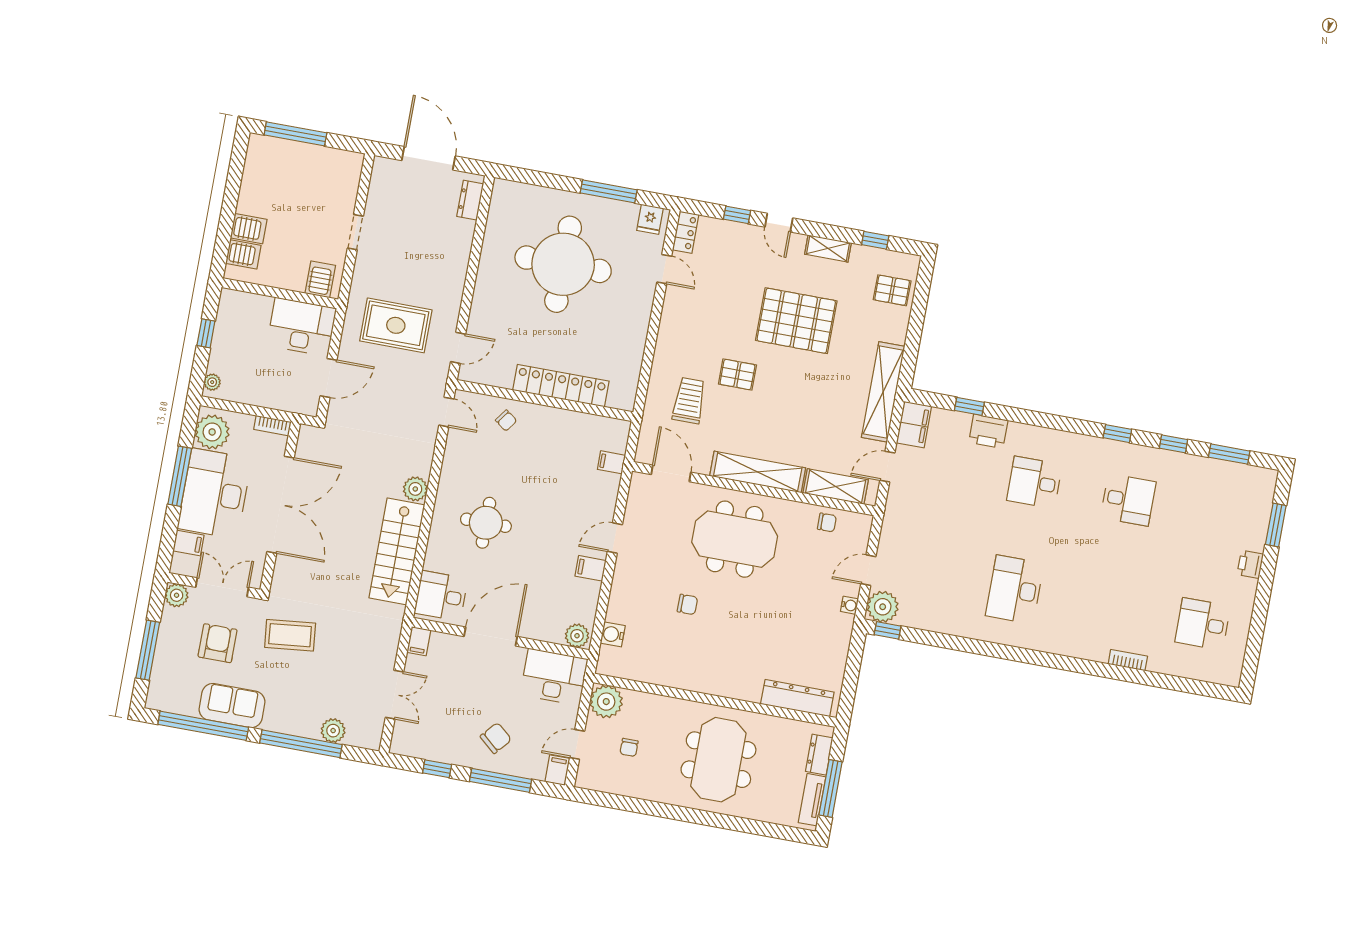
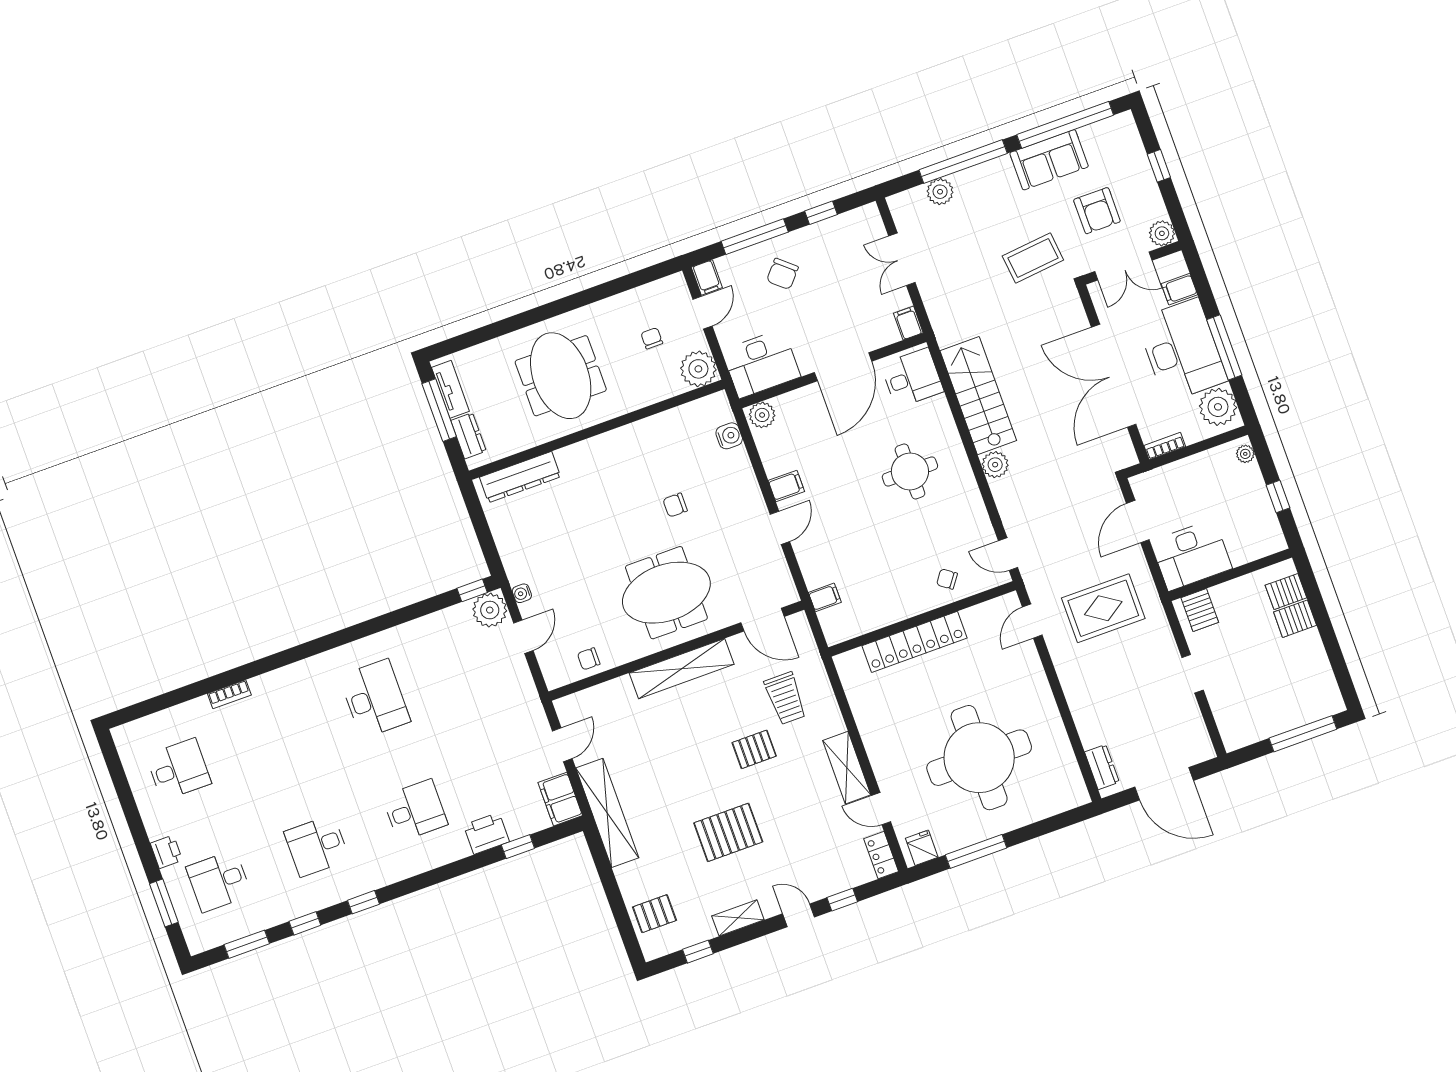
pallet: (796, 321) -> (728, 832), width x0.73, depth x0.71
shelving: (836, 486) -> (847, 768), moved, turned 90
desk: (1222, 517) -> (219, 881), added
window: (148, 650) -> (1159, 166), width x0.46

